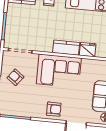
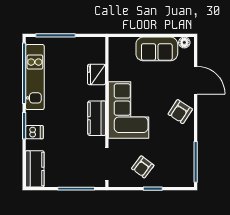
kitchen counter: (66, 48) -> (97, 118), moved
armchair: (54, 109) -> (180, 112), turned -147

